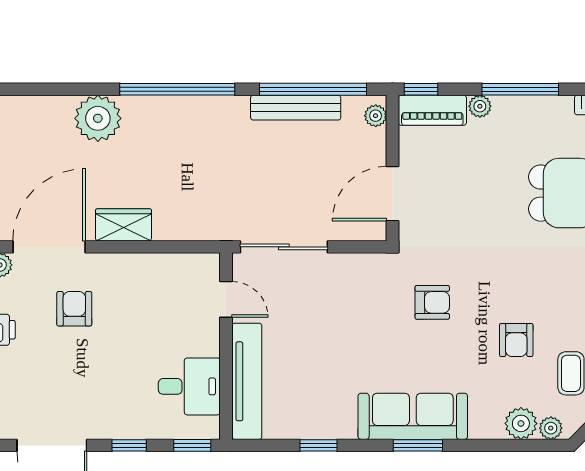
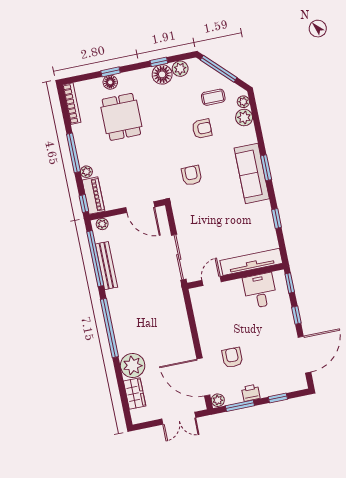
wardrobe: (123, 225) -> (135, 394), moved, turned 180
armchair: (74, 309) -> (232, 358), turned 90

